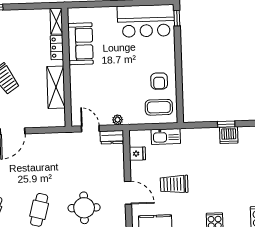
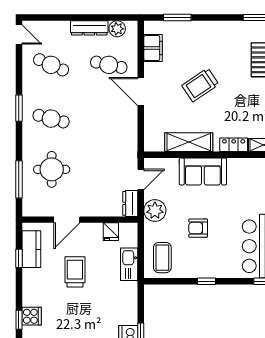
sofa: (81, 44) -> (203, 172), moved
window: (179, 68) -> (206, 281), added
armchair: (159, 81) -> (198, 228), moved
plant: (118, 120) -> (155, 210), width x1.88, depth x1.88

